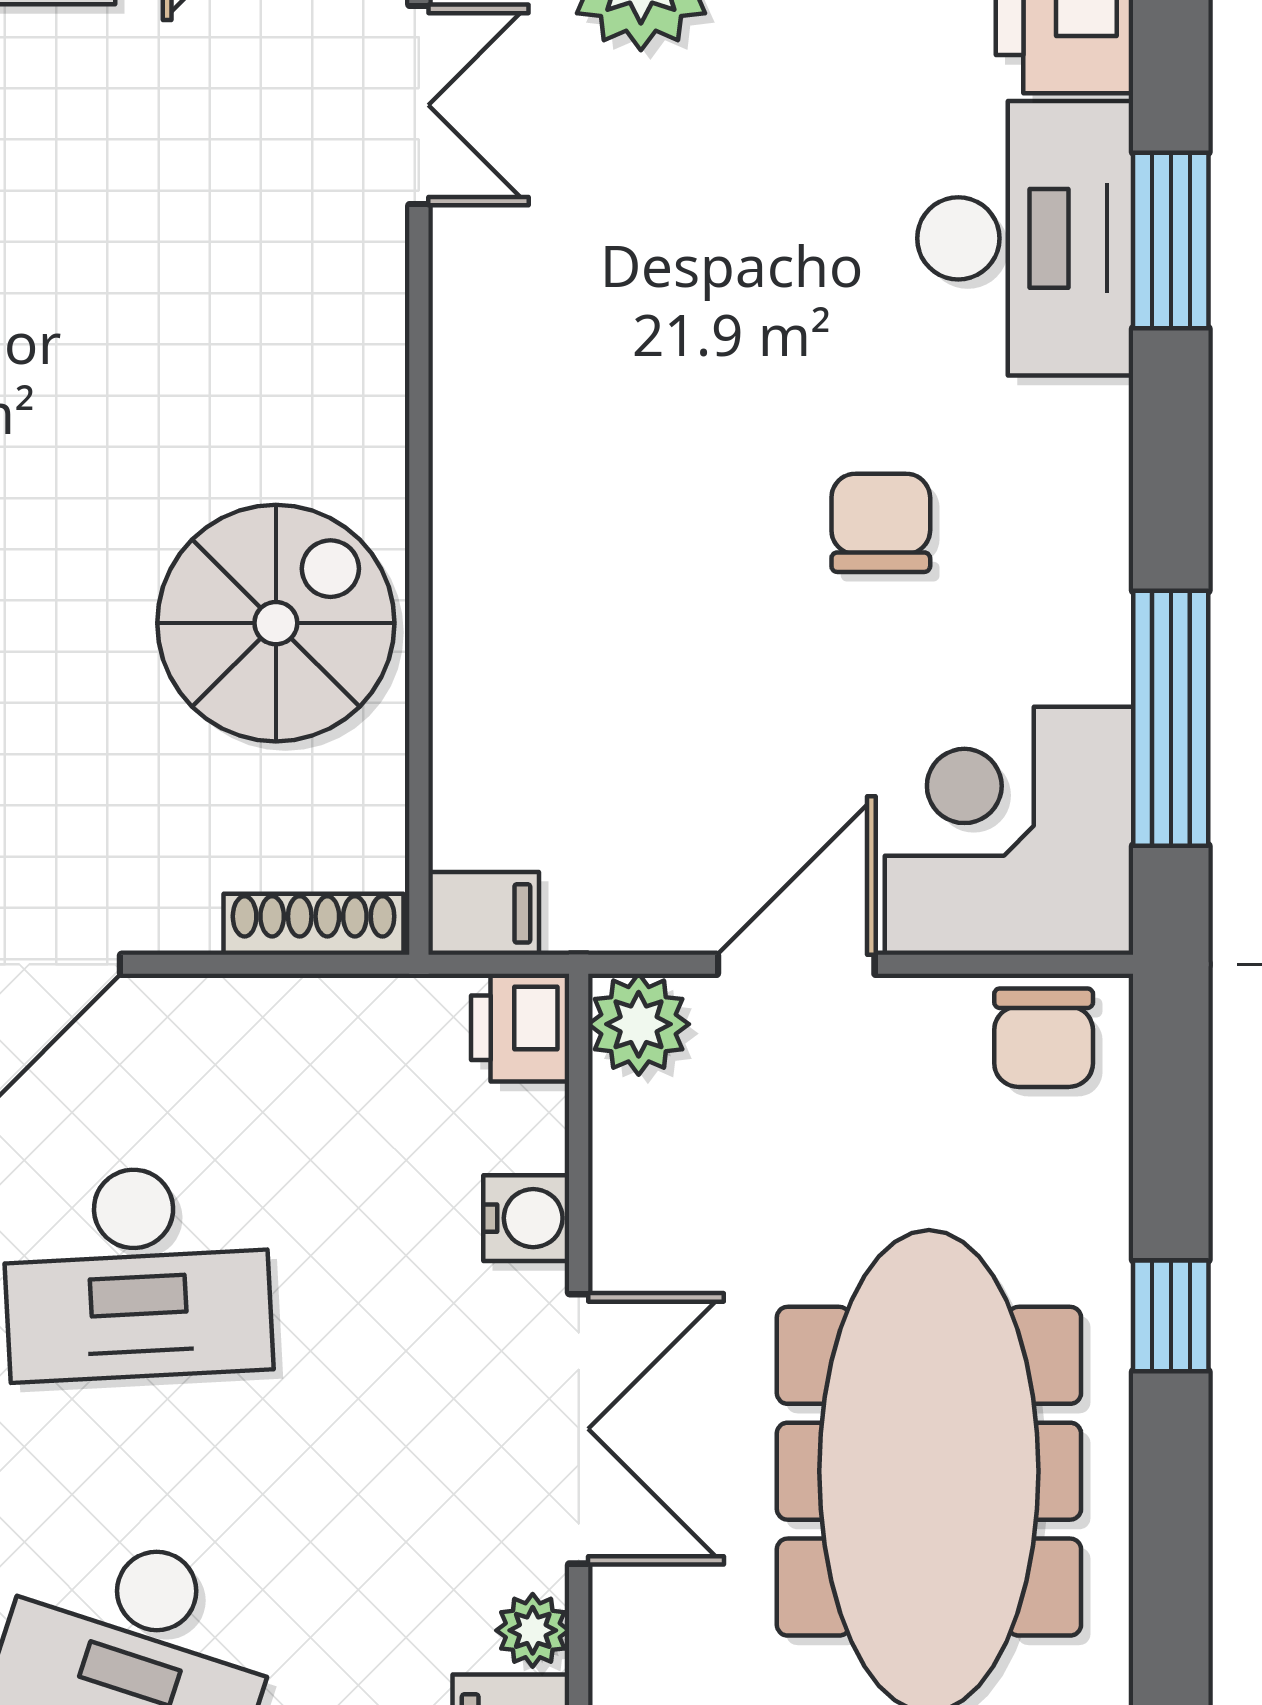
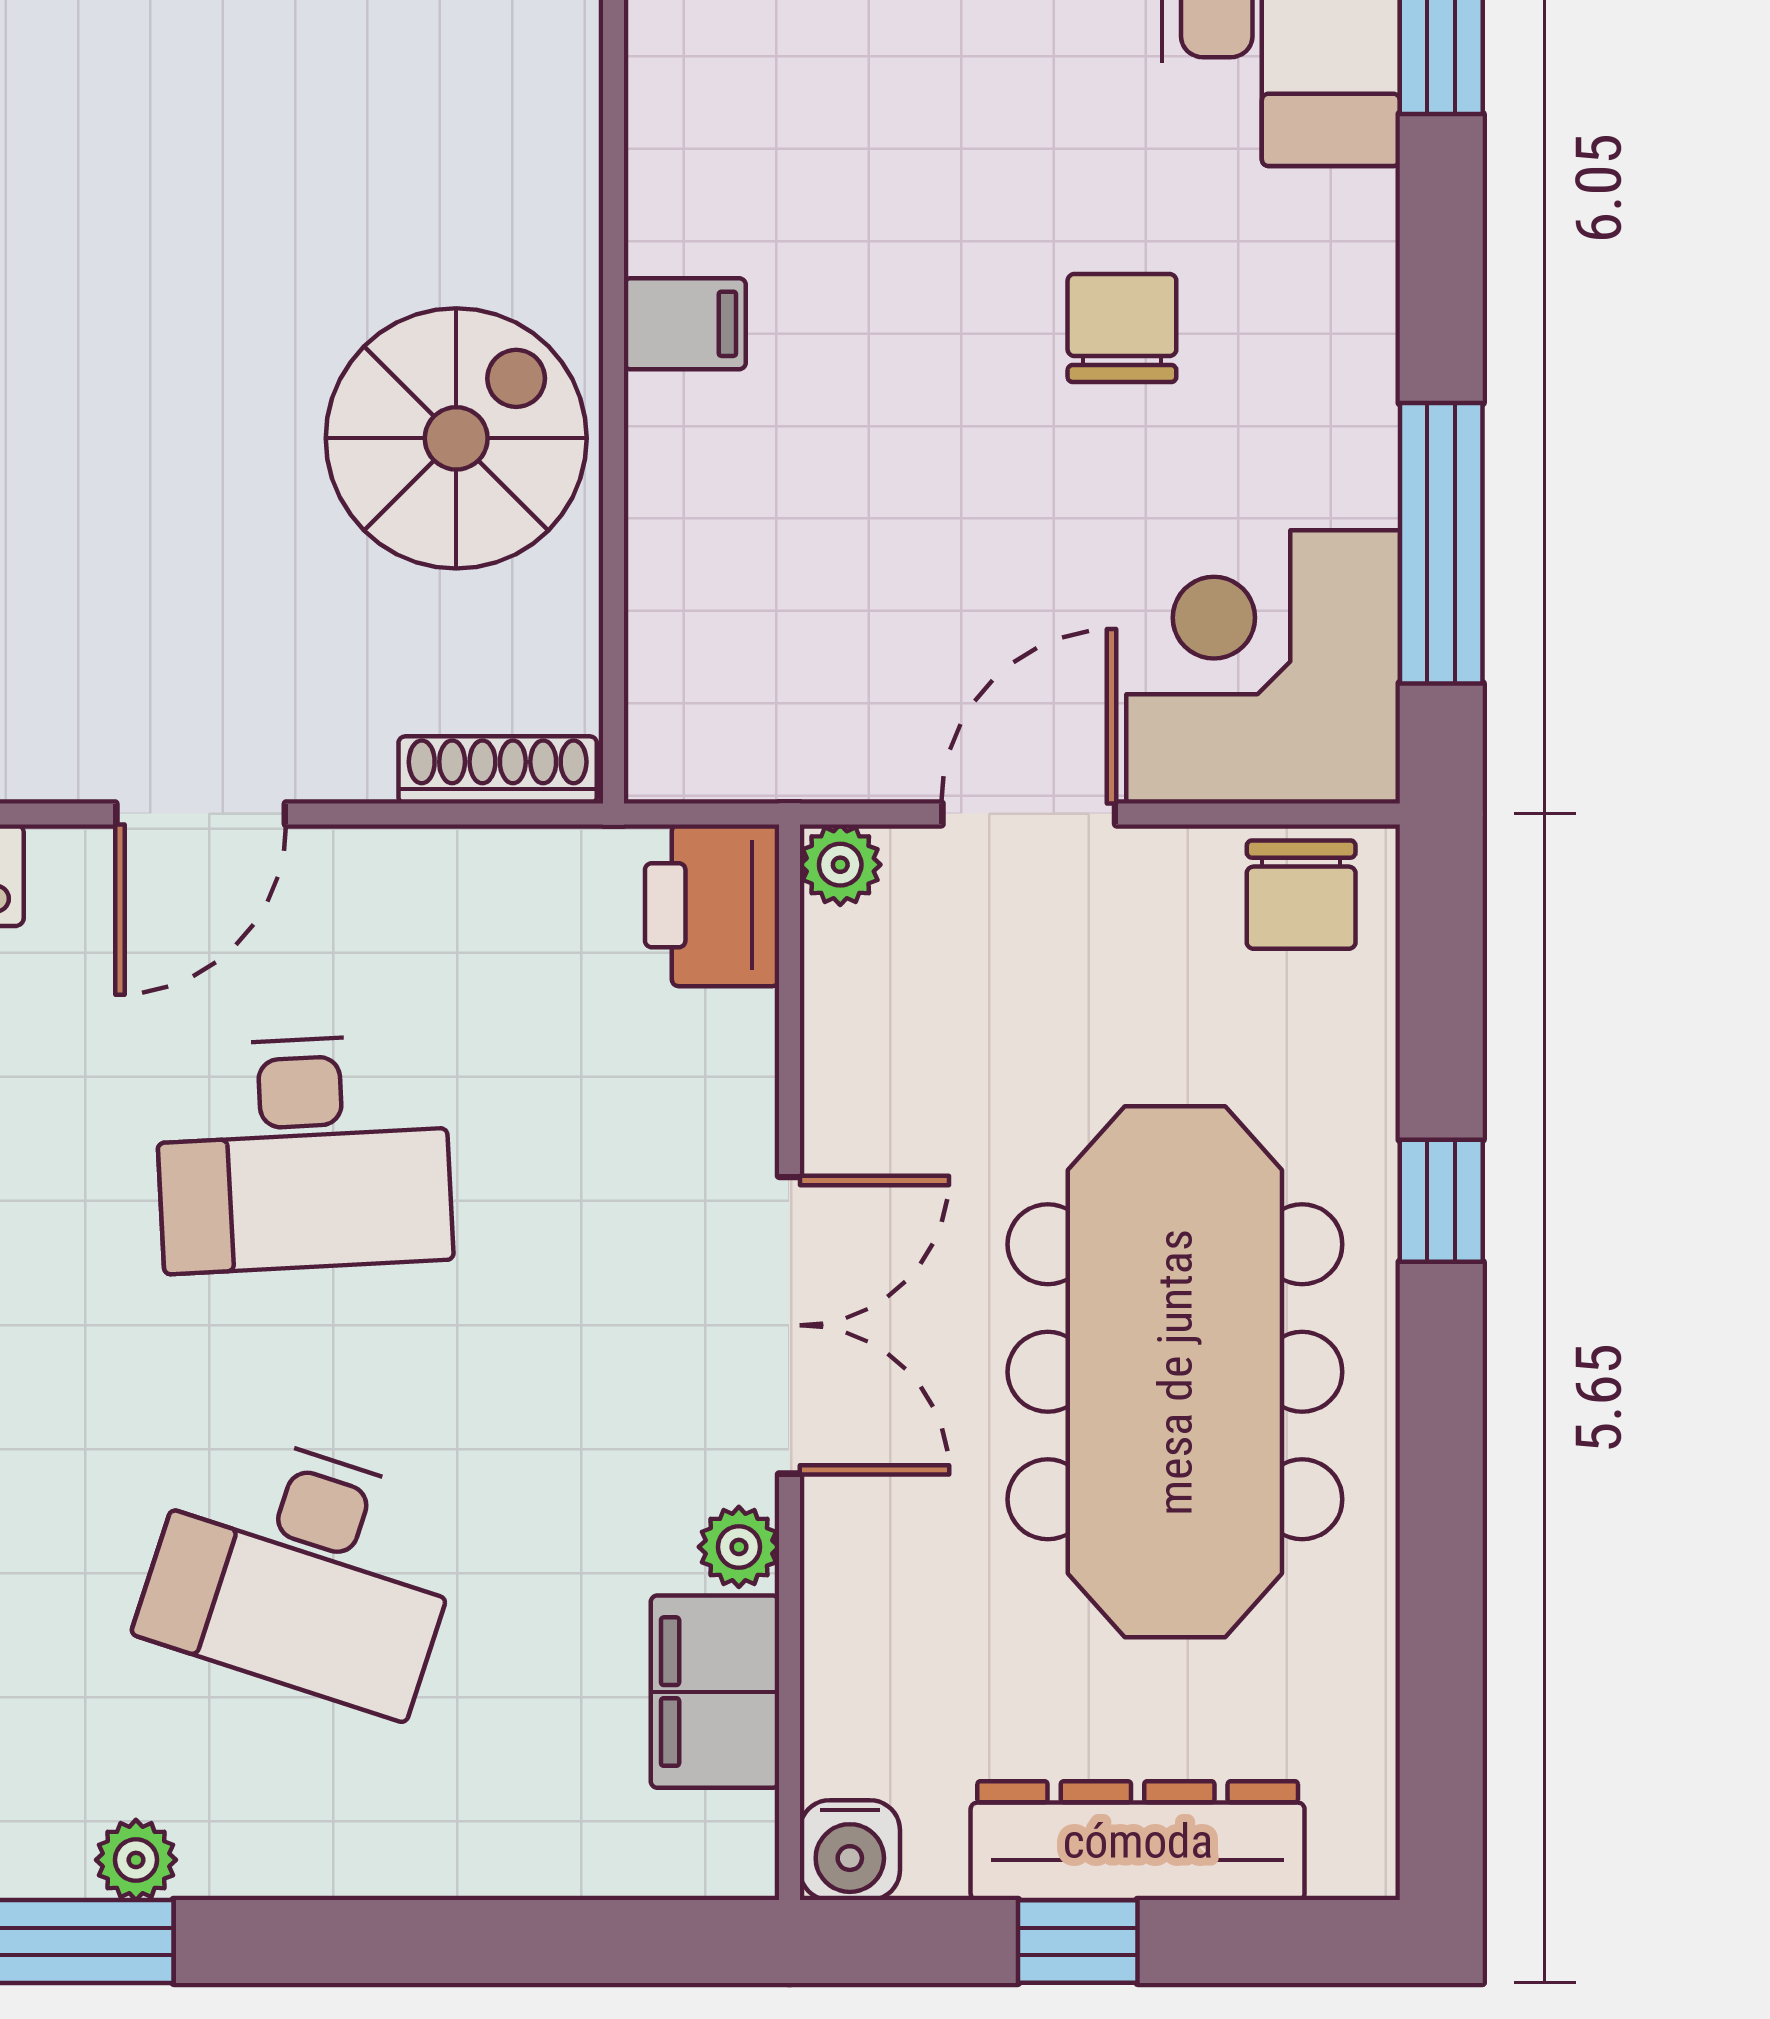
filing cabinet: (484, 913) -> (685, 324), moved
plant: (639, 1024) -> (840, 865), width x0.73, depth x0.73
printer: (520, 1028) -> (712, 905), width x1.36, depth x1.24
water cooler: (526, 1218) -> (732, 1093), removed

